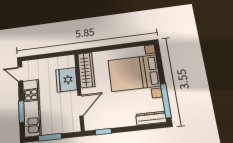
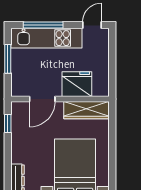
door: (80, 105) -> (42, 99), hinge flipped
window: (21, 111) -> (43, 25), width x1.44

